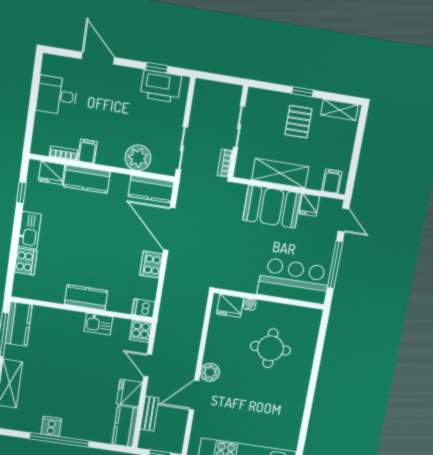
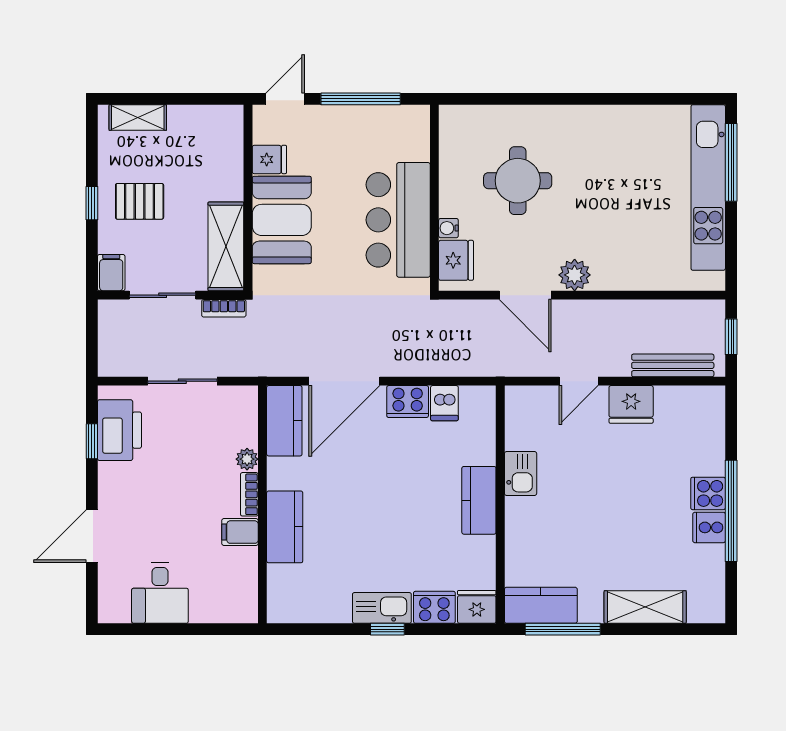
shelving: (340, 110) -> (138, 117), moved, turned 90
sliding door: (182, 148) -> (182, 381), moved
bookcase: (63, 153) -> (249, 494), moved
plant: (138, 158) -> (247, 459), width x0.53, depth x0.53
fridge: (52, 173) -> (477, 607), moved, turned -90
shelving: (280, 173) -> (226, 246), moved
filing cabinet: (332, 181) -> (111, 273), moved, turned 90
window: (21, 193) -> (387, 629), moved
bar counter: (294, 281) -> (398, 220), moved
dishwasher: (143, 308) -> (444, 403), moved
cooker: (141, 331) -> (708, 493), moved, turned 180
door: (194, 395) -> (525, 295), moved
bench: (149, 414) -> (673, 365), width x1.36
kitchen counter: (125, 426) -> (690, 403), removed

